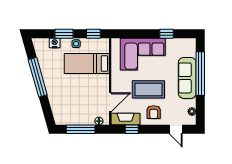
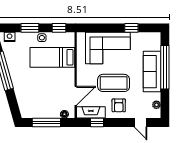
nightstand: (55, 43) -> (10, 37), moved

